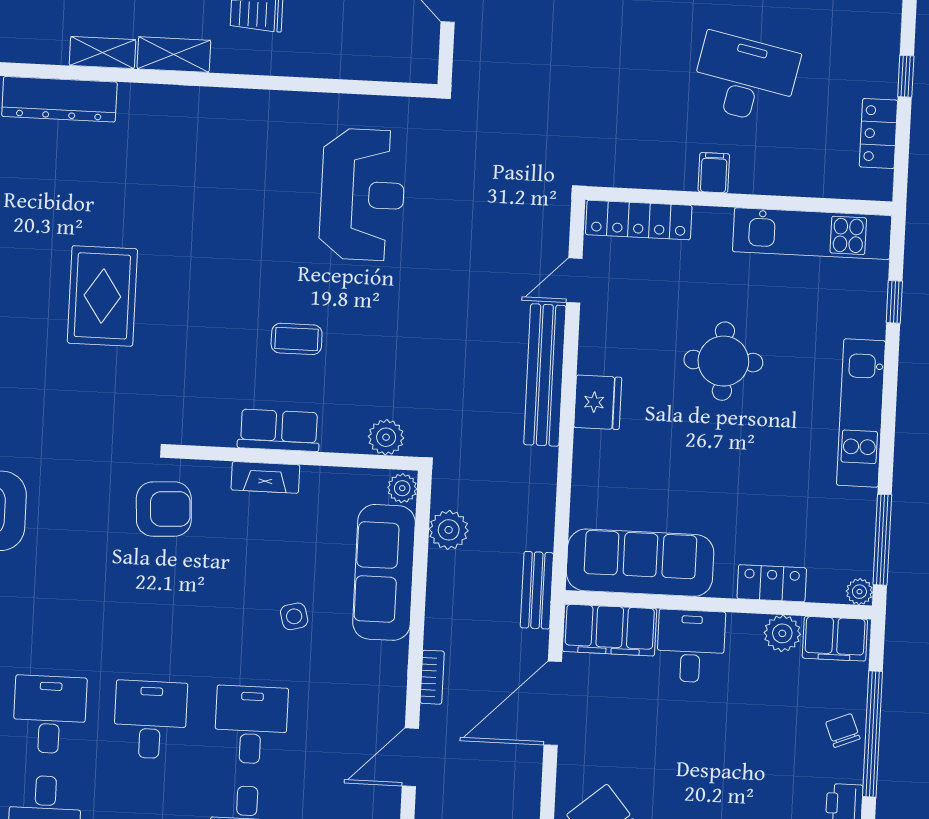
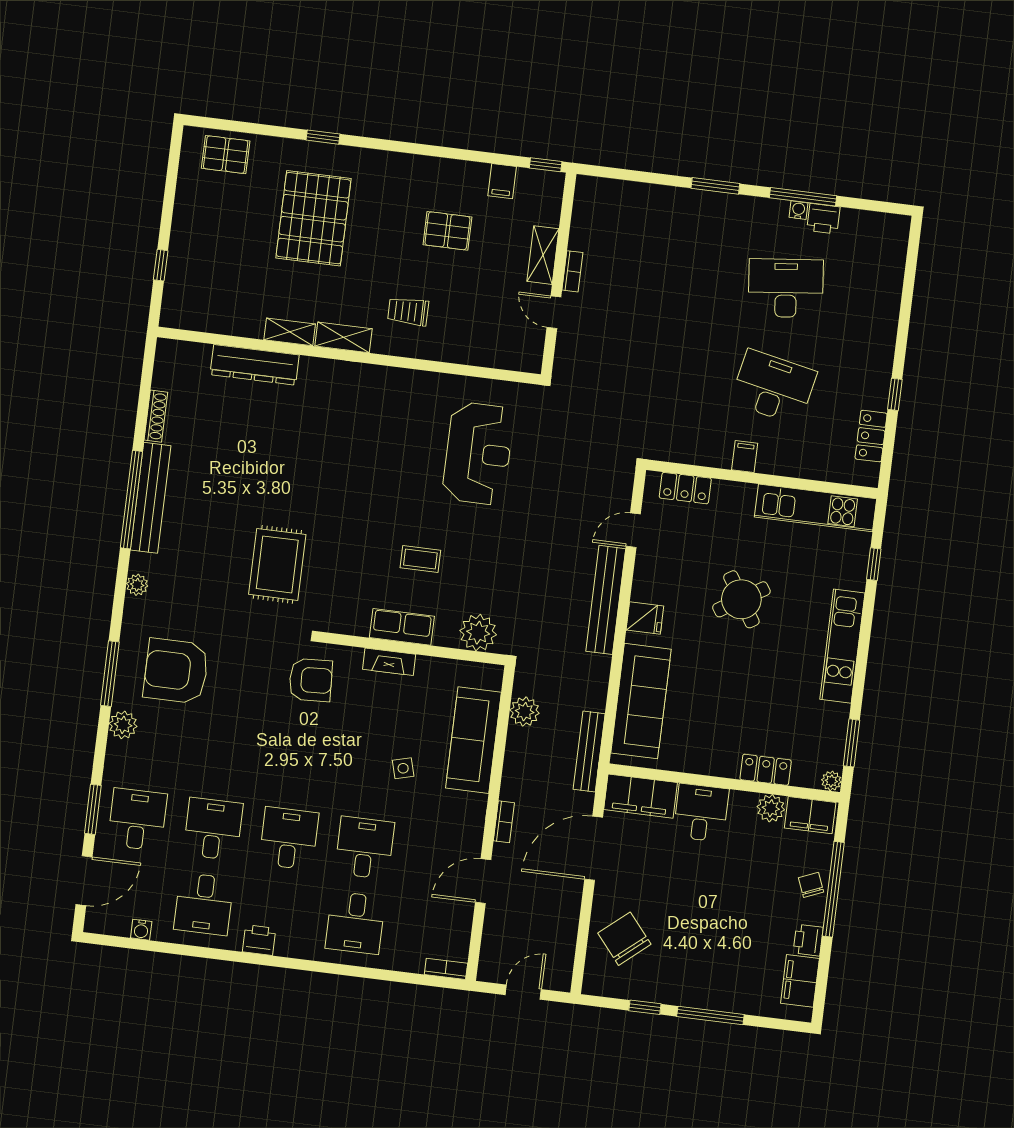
locker: (639, 220) -> (685, 488), width x0.66
rug: (102, 296) -> (277, 564), moved
round table: (723, 361) -> (741, 599), turned -32
fridge: (598, 402) -> (645, 618), width x0.72
plant: (386, 437) -> (478, 633), width x1.36, depth x1.36
plant: (402, 488) -> (492, 677), removed
window: (882, 540) -> (851, 743), width x0.69
sofa: (640, 563) -> (641, 701), moved, turned 90
bench: (537, 590) -> (589, 751), width x1.36

